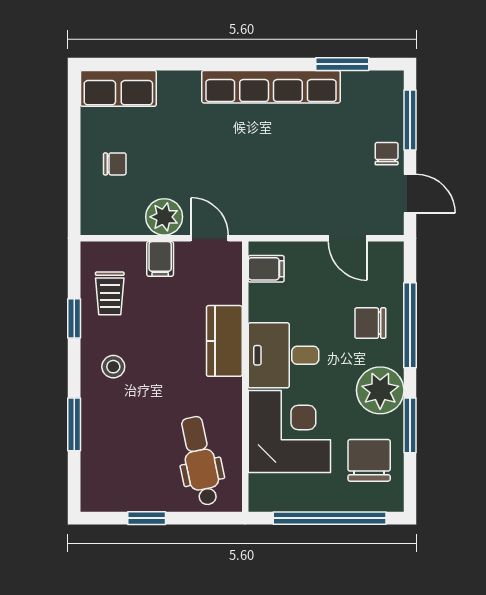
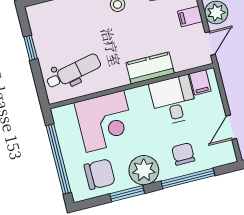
desk: (283, 355) -> (173, 100), moved

